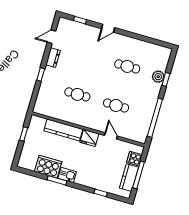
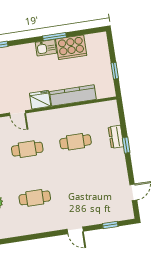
door: (108, 28) -> (75, 230), swing flipped
dresser: (53, 58) -> (116, 137), moved

